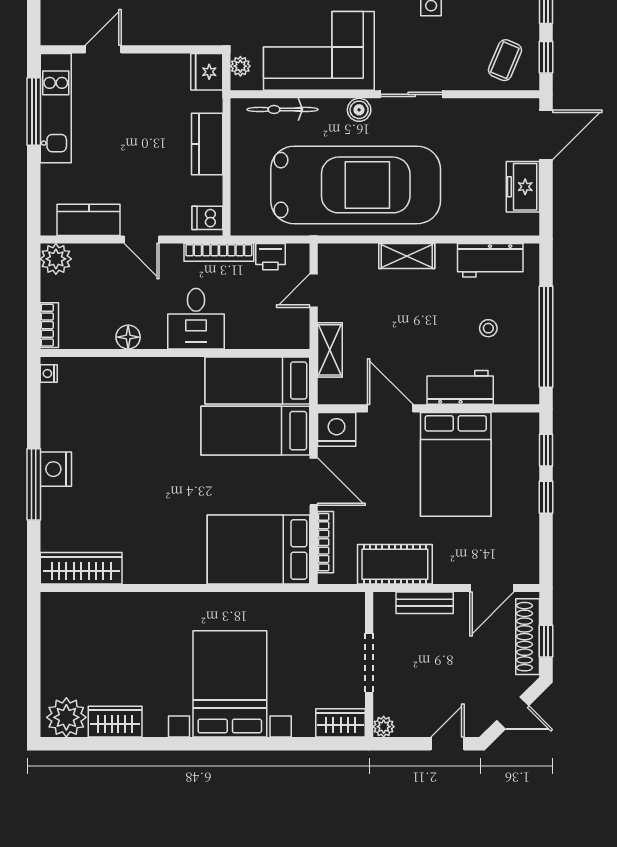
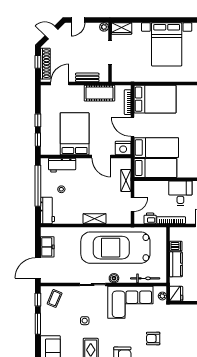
dishwasher: (207, 218) -> (176, 246), moved
workbench: (490, 260) -> (47, 210), moved, turned 90
workbench: (460, 387) -> (62, 165), moved

